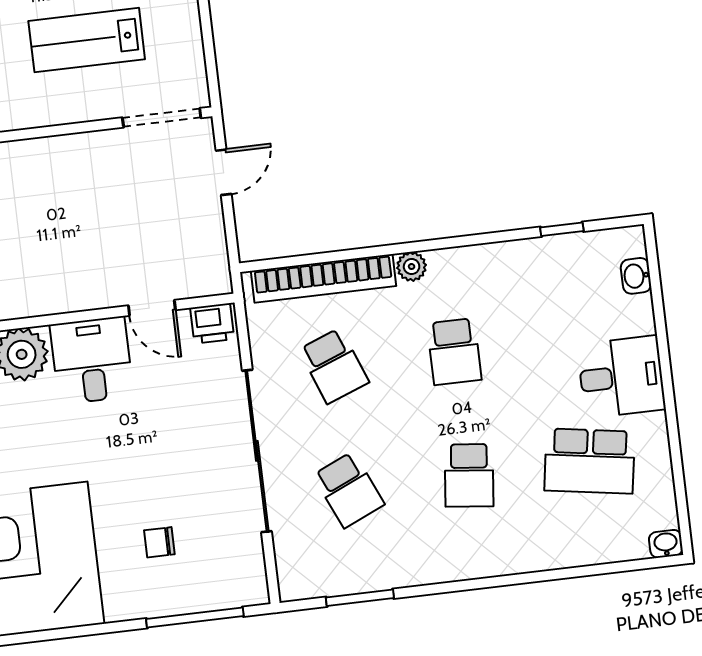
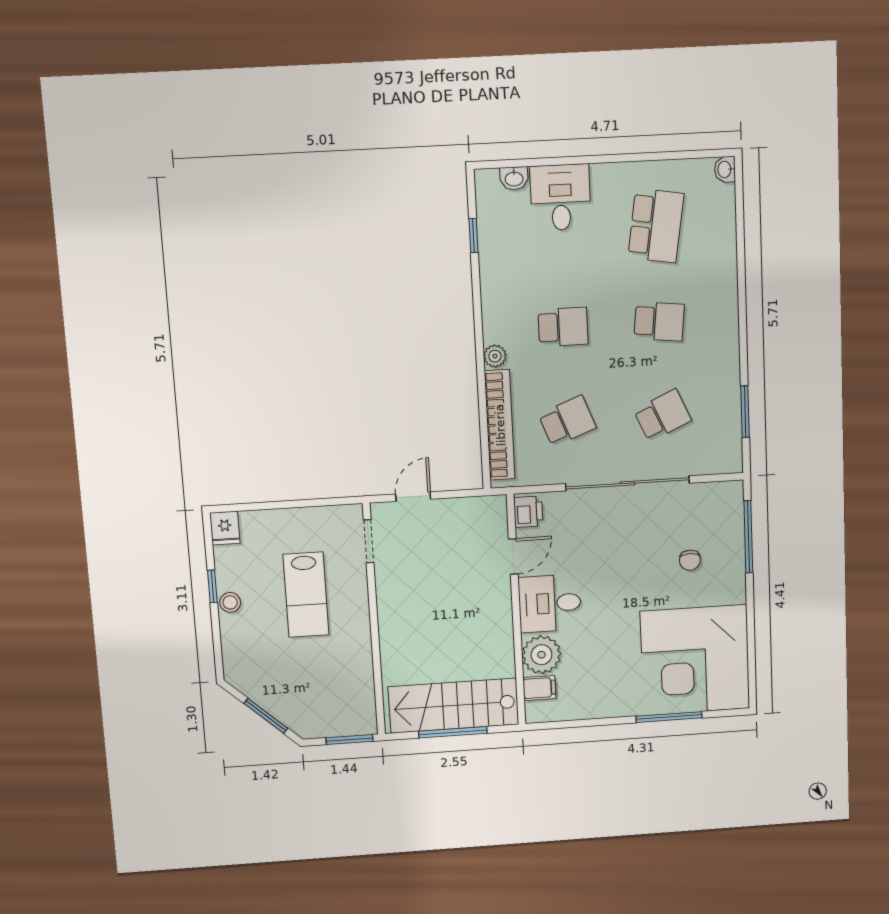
doorway: (162, 118) -> (369, 541), width x0.73
door: (224, 172) -> (413, 497), hinge flipped
desk: (621, 377) -> (561, 197), moved

